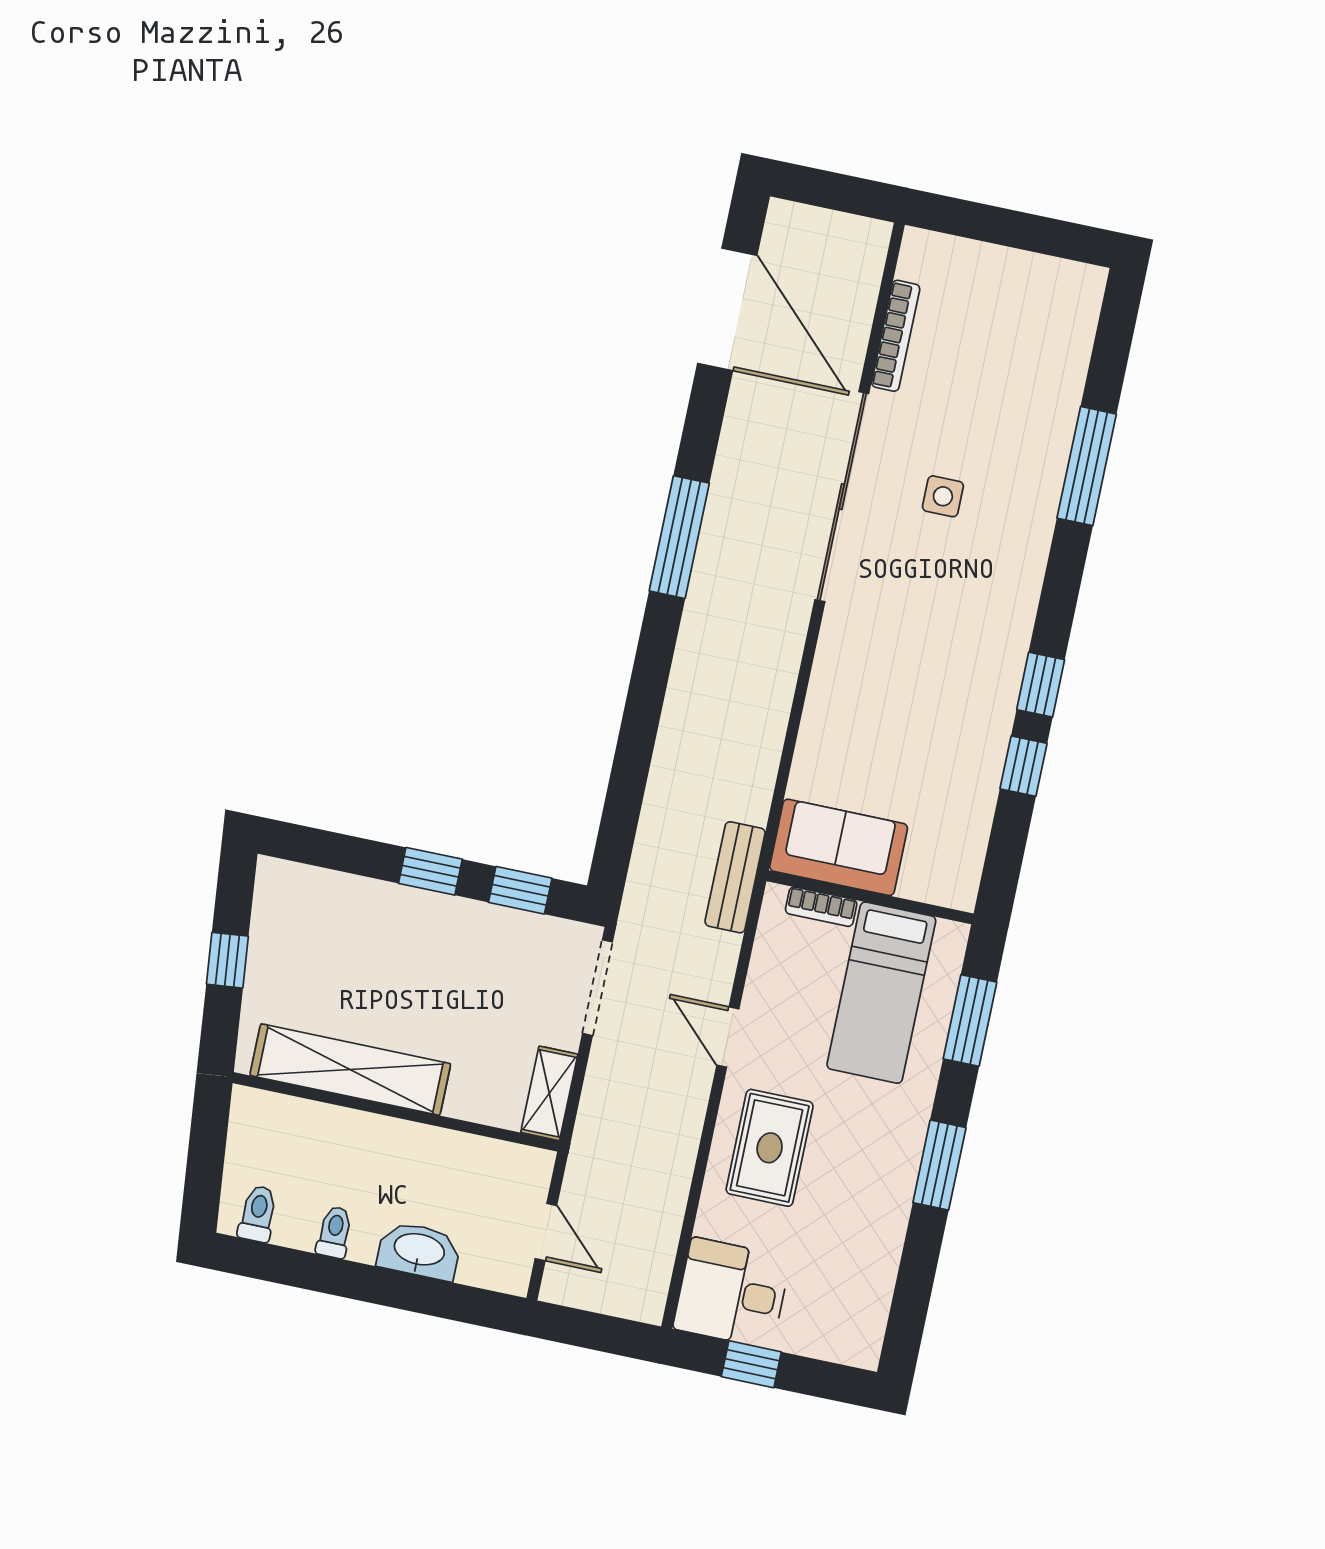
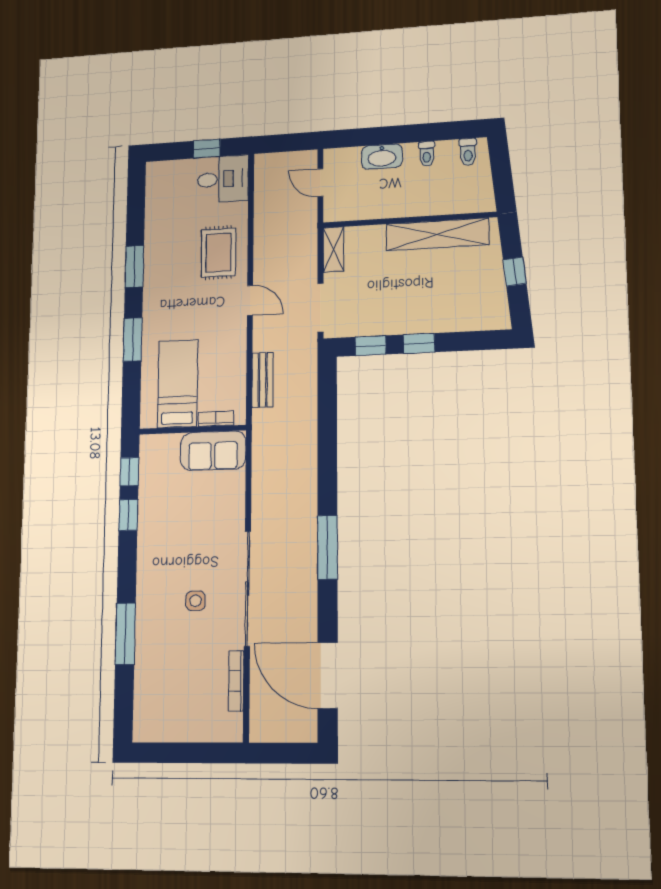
sofa: (839, 847) -> (213, 451), moved
wall: (870, 897) -> (192, 430), moved
bookcase: (821, 907) -> (216, 419), moved
bed: (881, 993) -> (178, 384), moved

